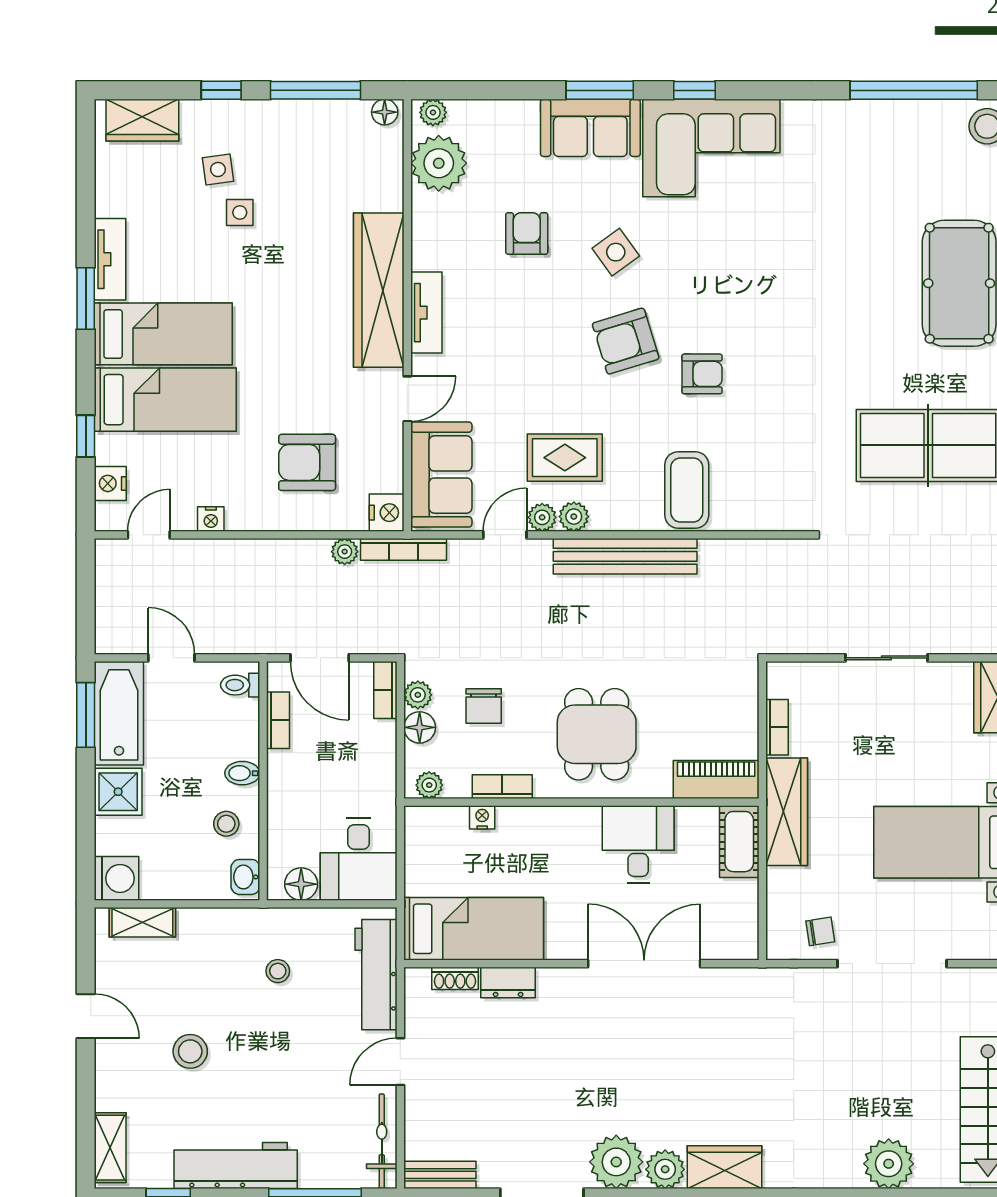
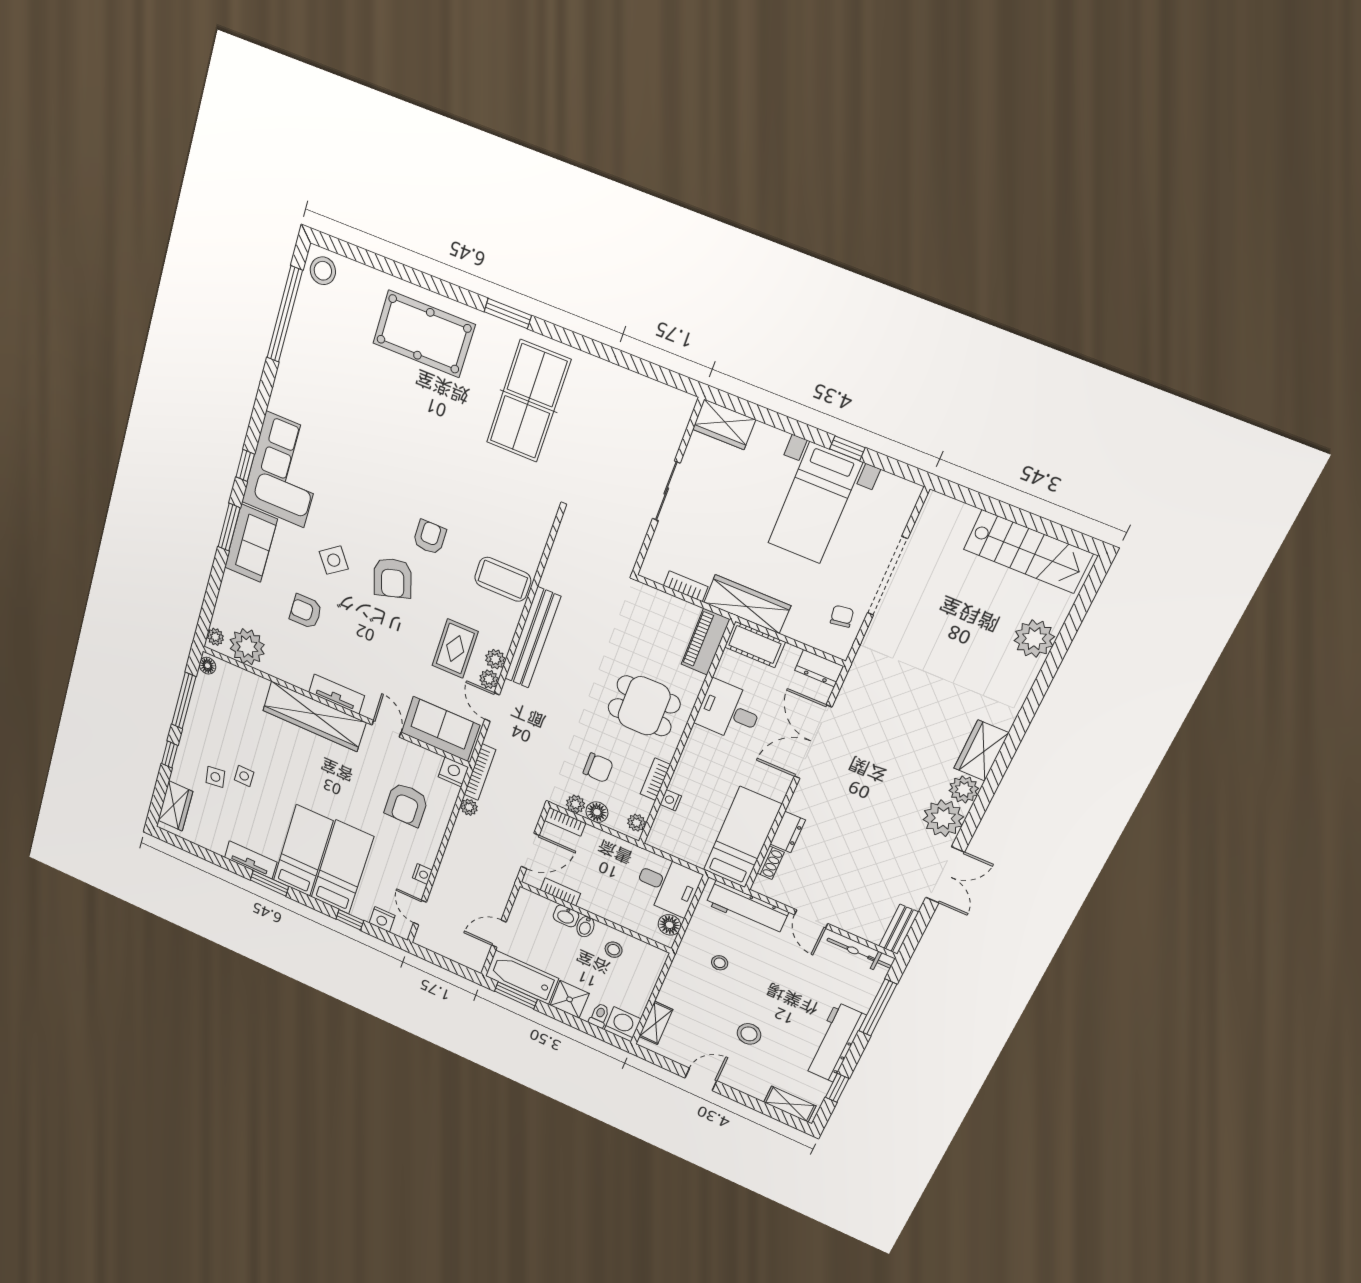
toilet: (240, 685) -> (599, 1015), moved, turned 180
washbasin: (245, 877) -> (566, 916), moved
dresser: (743, 931) -> (819, 668), added

